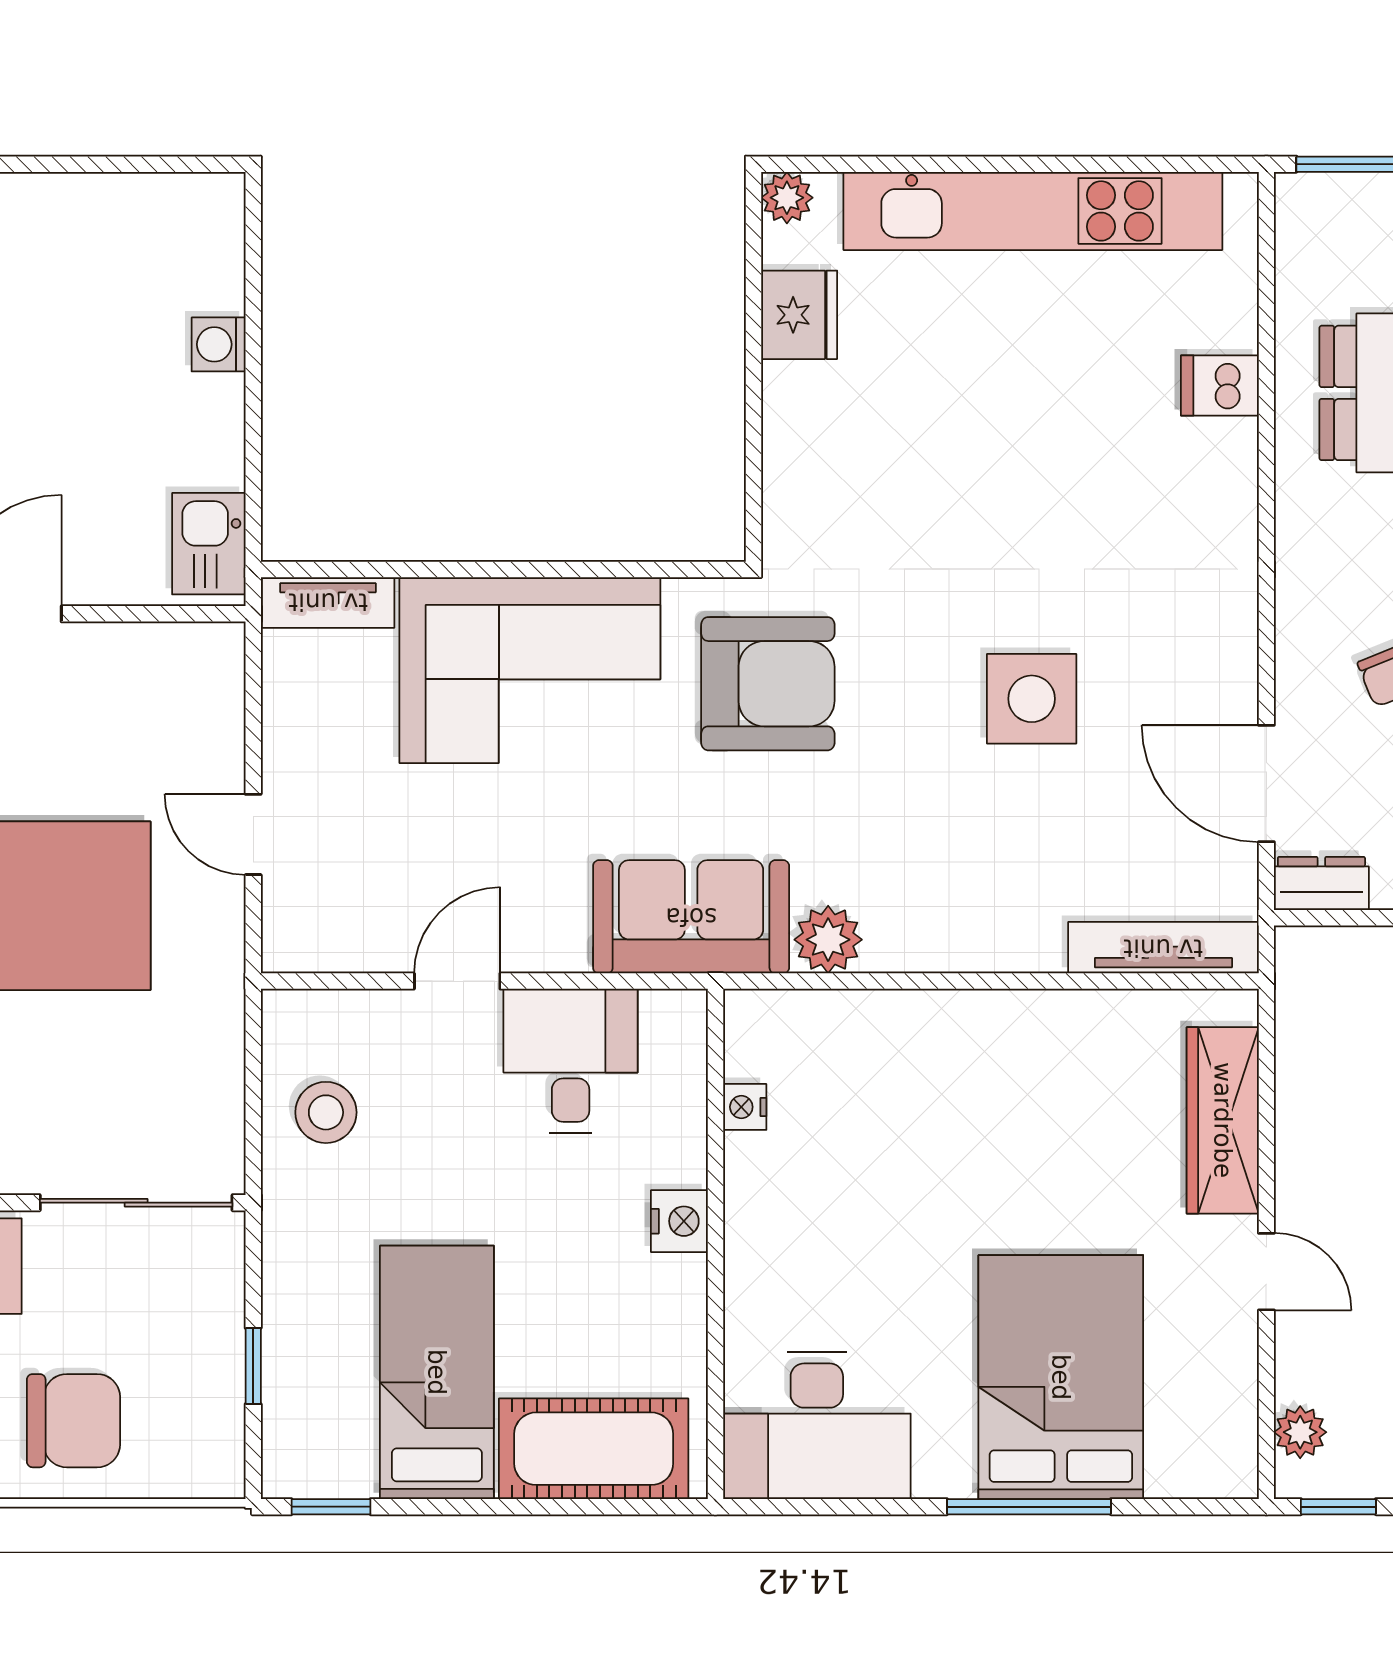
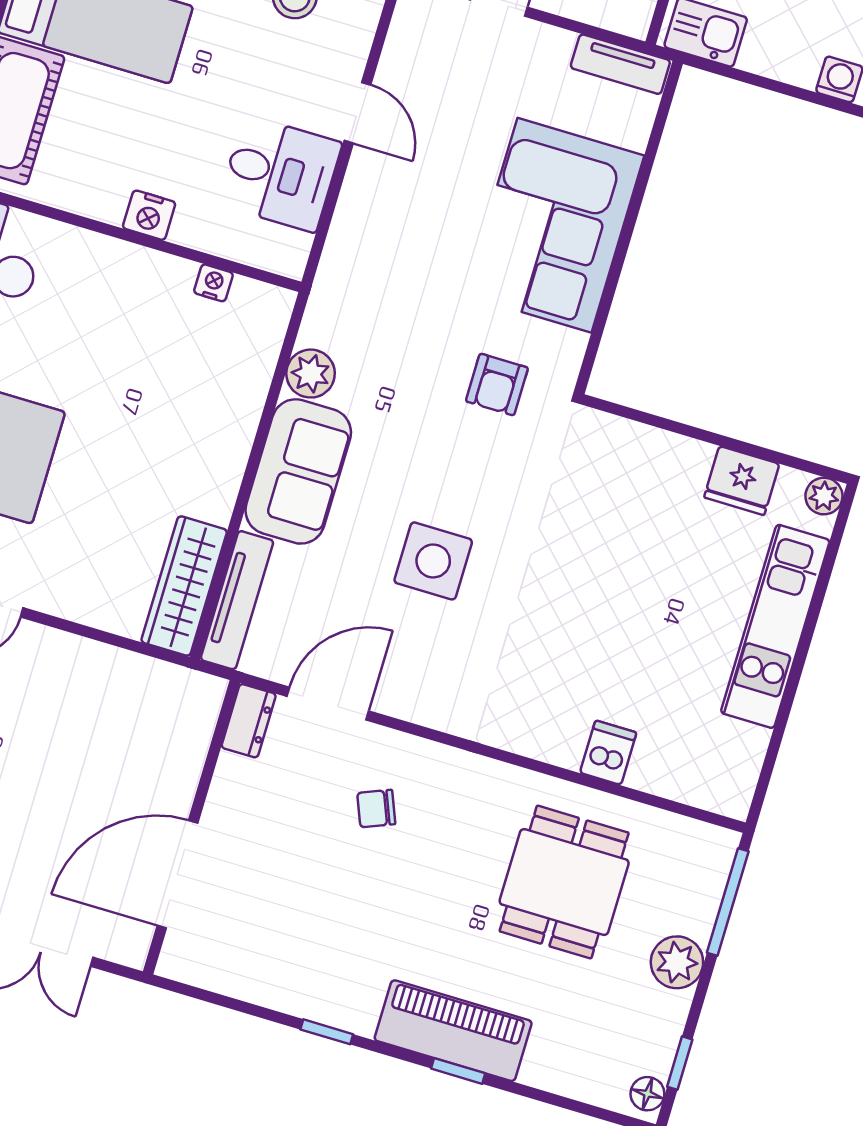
kitchen unit: (1033, 211) -> (775, 626), width x0.73
tv unit: (328, 602) -> (620, 64), moved, turned -90
armchair: (768, 684) -> (497, 384), width x0.53, depth x0.53
sofa: (691, 917) -> (298, 471), moved
wardrobe: (1223, 1120) -> (184, 586), moved, turned -90

